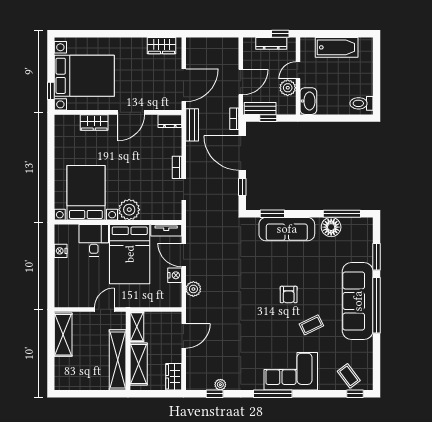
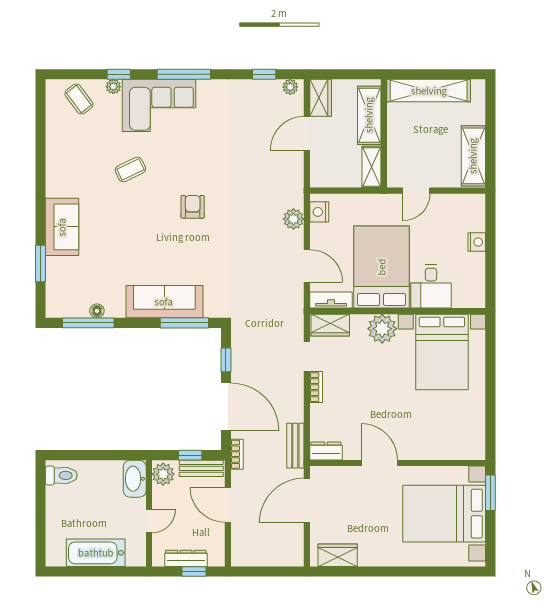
window: (280, 34) -> (194, 572), moved
door: (241, 82) -> (228, 505), hinge flipped
plant: (288, 88) -> (163, 474), moved
window: (51, 91) -> (490, 493), width x1.50
door: (131, 112) -> (379, 463), hinge flipped
wardrobe: (94, 122) -> (330, 325), moved, turned 180
window: (272, 214) -> (184, 323), width x1.44
floor lamp: (331, 227) -> (97, 311), width x0.53, depth x0.53
nightstand: (61, 251) -> (477, 242), moved
nightstand: (175, 275) -> (319, 212), moved
armchair: (289, 295) -> (193, 207), moved
sofa: (358, 301) -> (62, 227), width x0.54, depth x0.79
window: (377, 305) -> (40, 197), removed
door: (184, 336) -> (307, 133), moved
shelving: (118, 360) -> (429, 91), moved, turned 90
plant: (220, 385) -> (290, 87), moved
plant: (324, 385) -> (113, 87), added
window: (355, 394) -> (119, 74), moved

